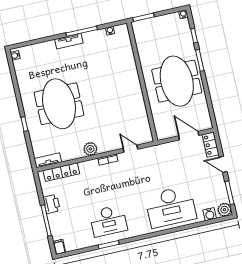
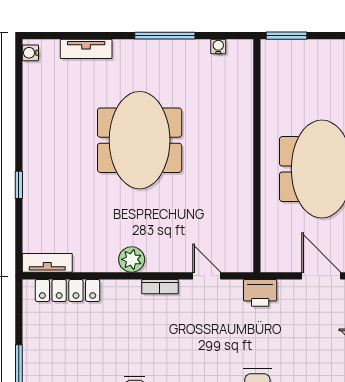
tv unit: (69, 41) -> (86, 49), moved
meeting table: (59, 104) -> (140, 140), moved
printer: (52, 204) -> (260, 293), moved, turned 90

